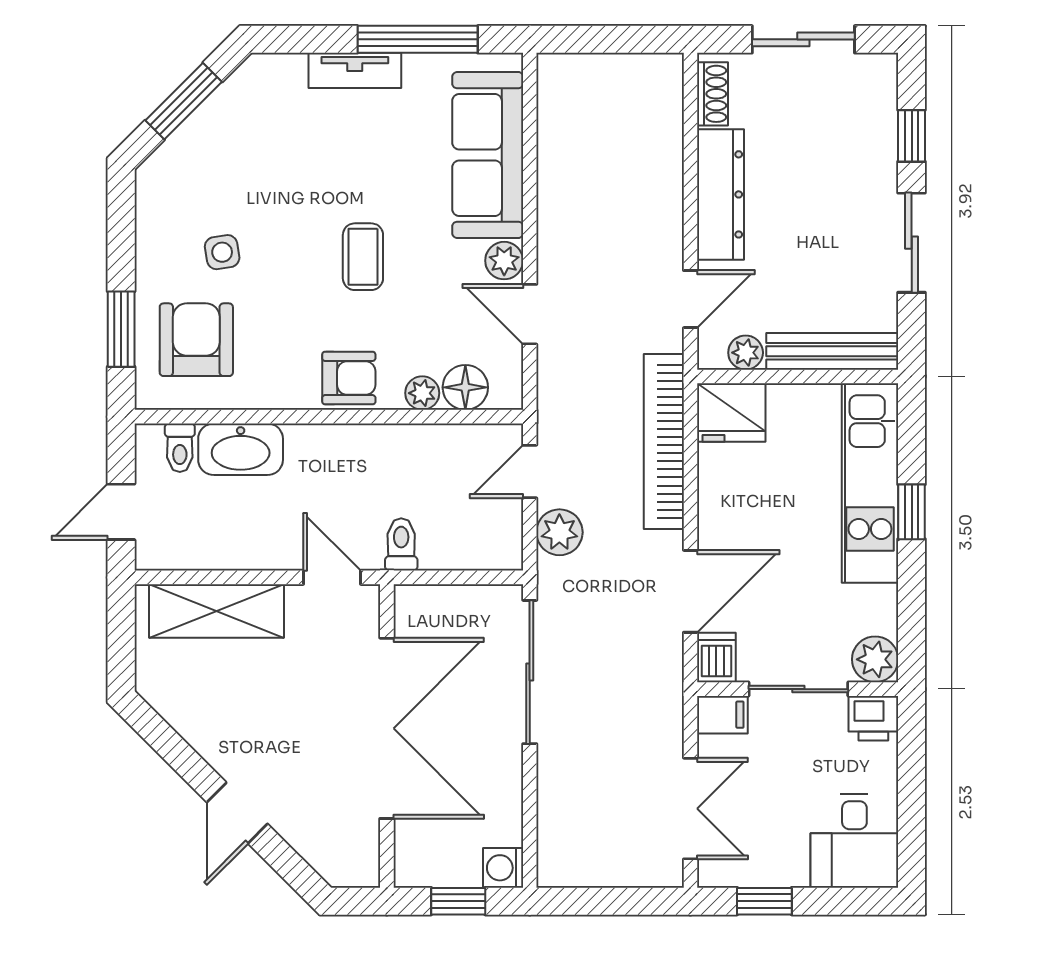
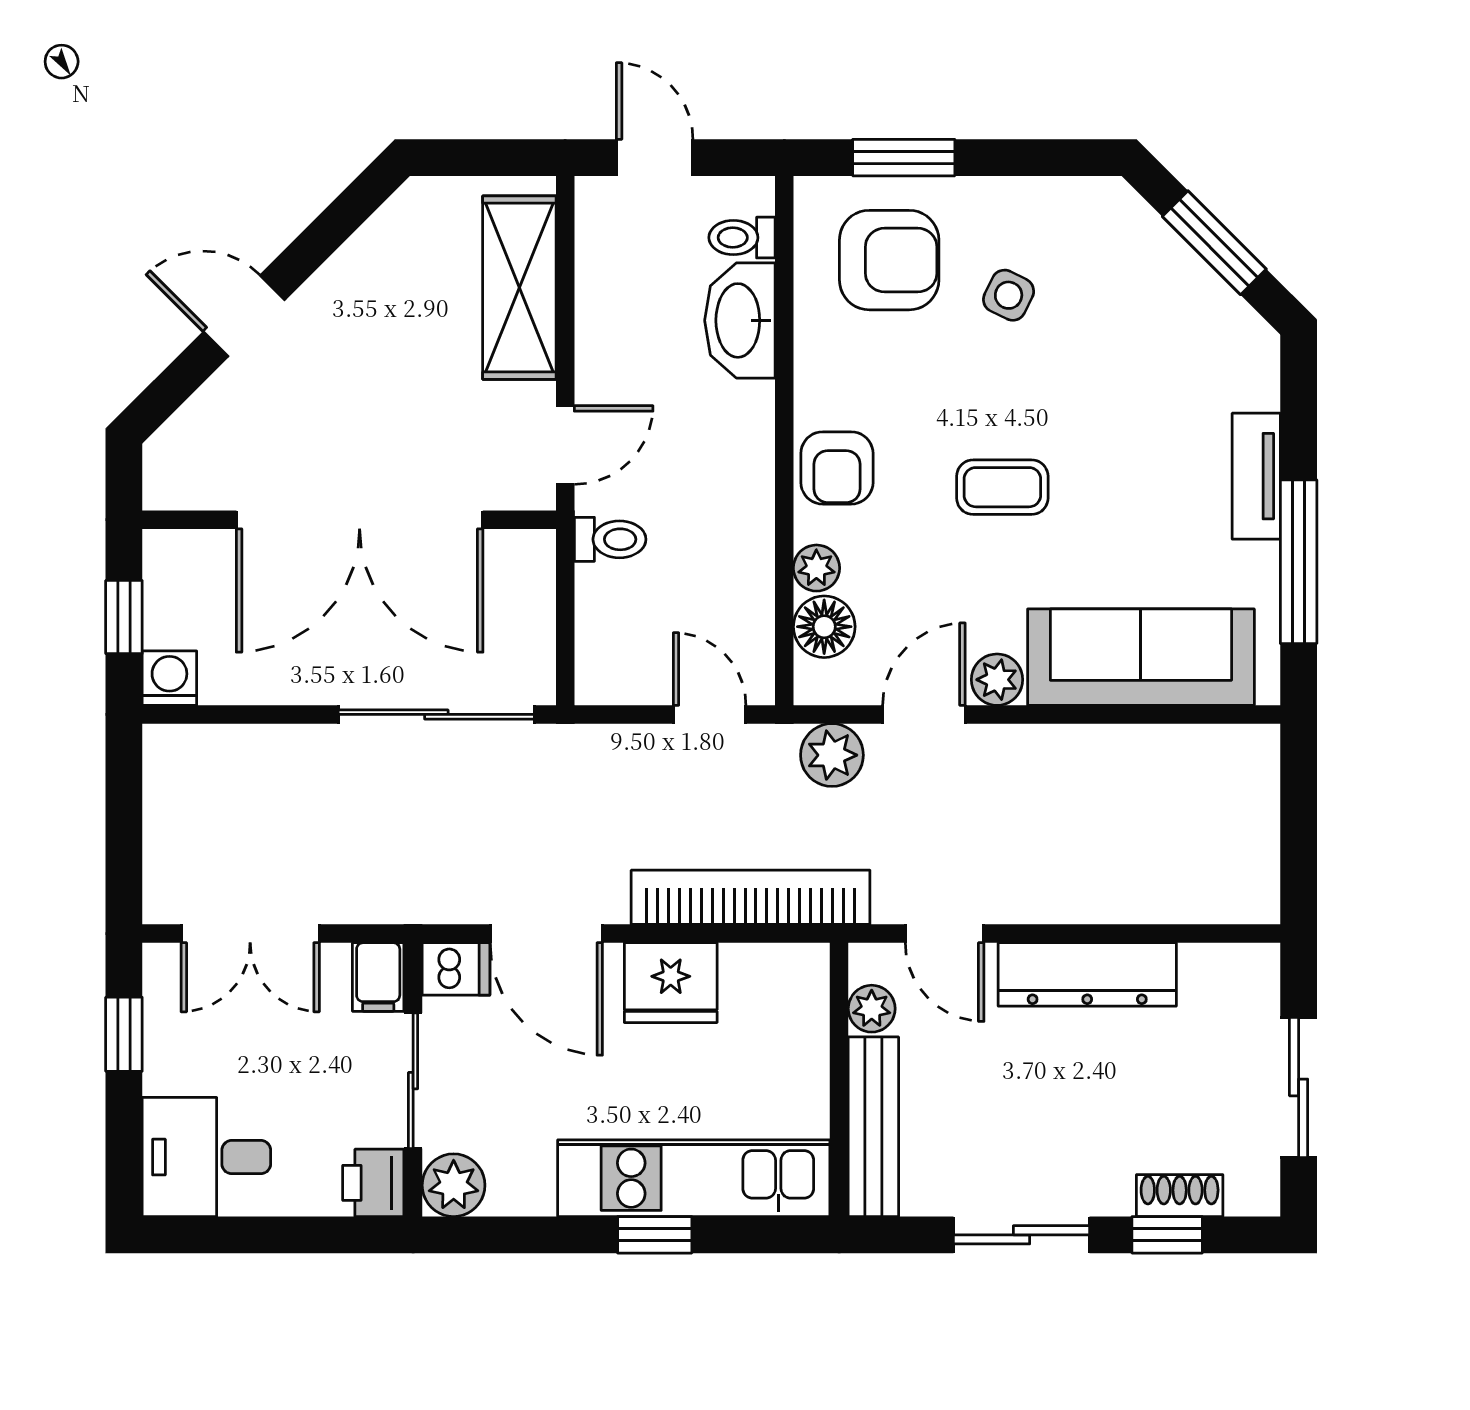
shoe rack: (713, 94) -> (1180, 1196), moved, turned 180
side table: (222, 252) -> (1009, 295), turned 35
fridge: (731, 412) -> (671, 983), moved, turned -90
plant: (559, 532) -> (832, 755), moved

